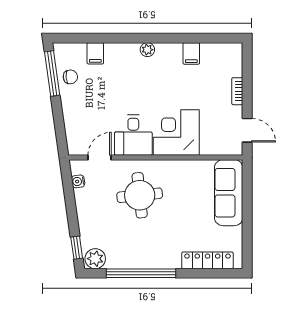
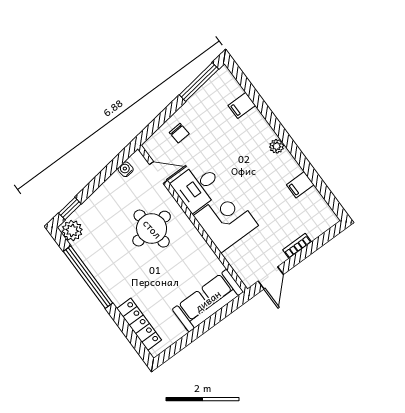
chair: (70, 77) -> (179, 133), moved

